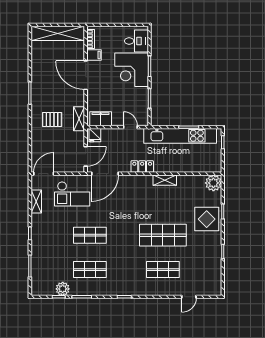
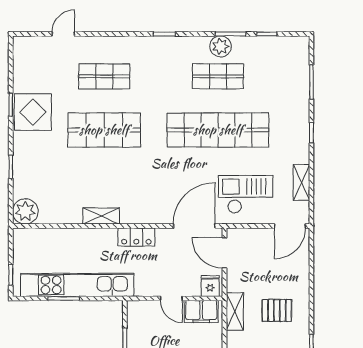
door: (130, 127) -> (171, 298), moved
door: (86, 156) -> (224, 253), hinge flipped
display table: (207, 219) -> (33, 112), moved
shop shelf: (90, 235) -> (218, 130), width x2.00, depth x1.36
plant: (63, 289) -> (221, 46), moved

